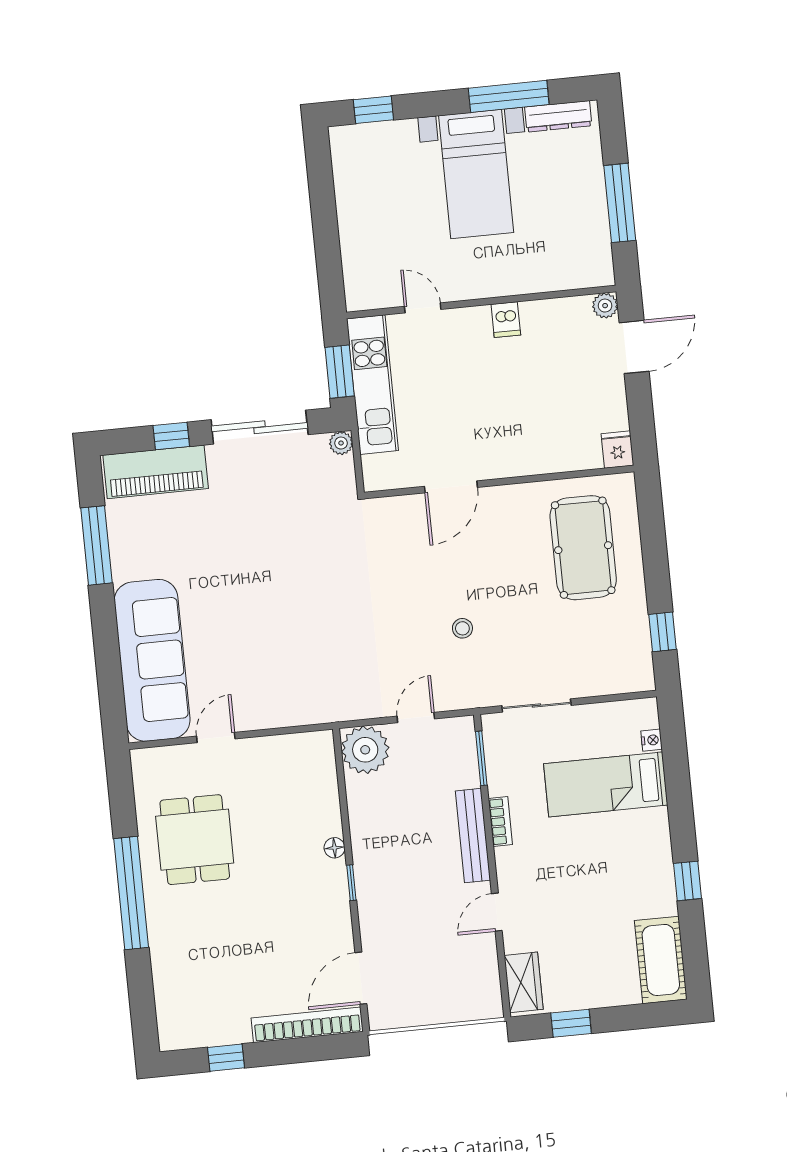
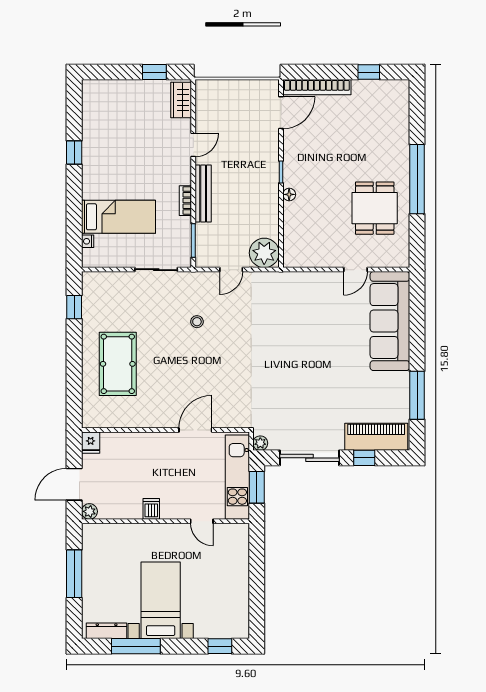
fridge: (617, 450) -> (91, 443), moved
wall: (499, 482) -> (165, 430), moved
door: (451, 487) -> (195, 430), moved
cot: (661, 960) -> (95, 105), removed

